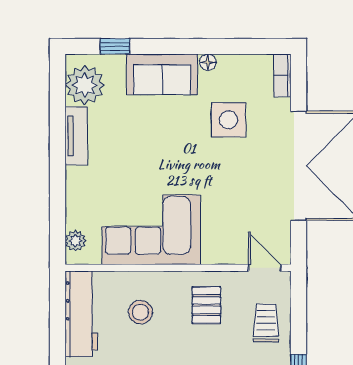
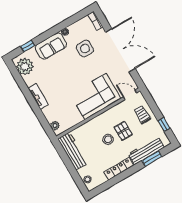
tv unit: (76, 136) -> (38, 96), moved
corner sofa: (151, 230) -> (95, 96), moved
pallet: (206, 305) -> (123, 131), moved
stool: (140, 312) -> (108, 139), moved

